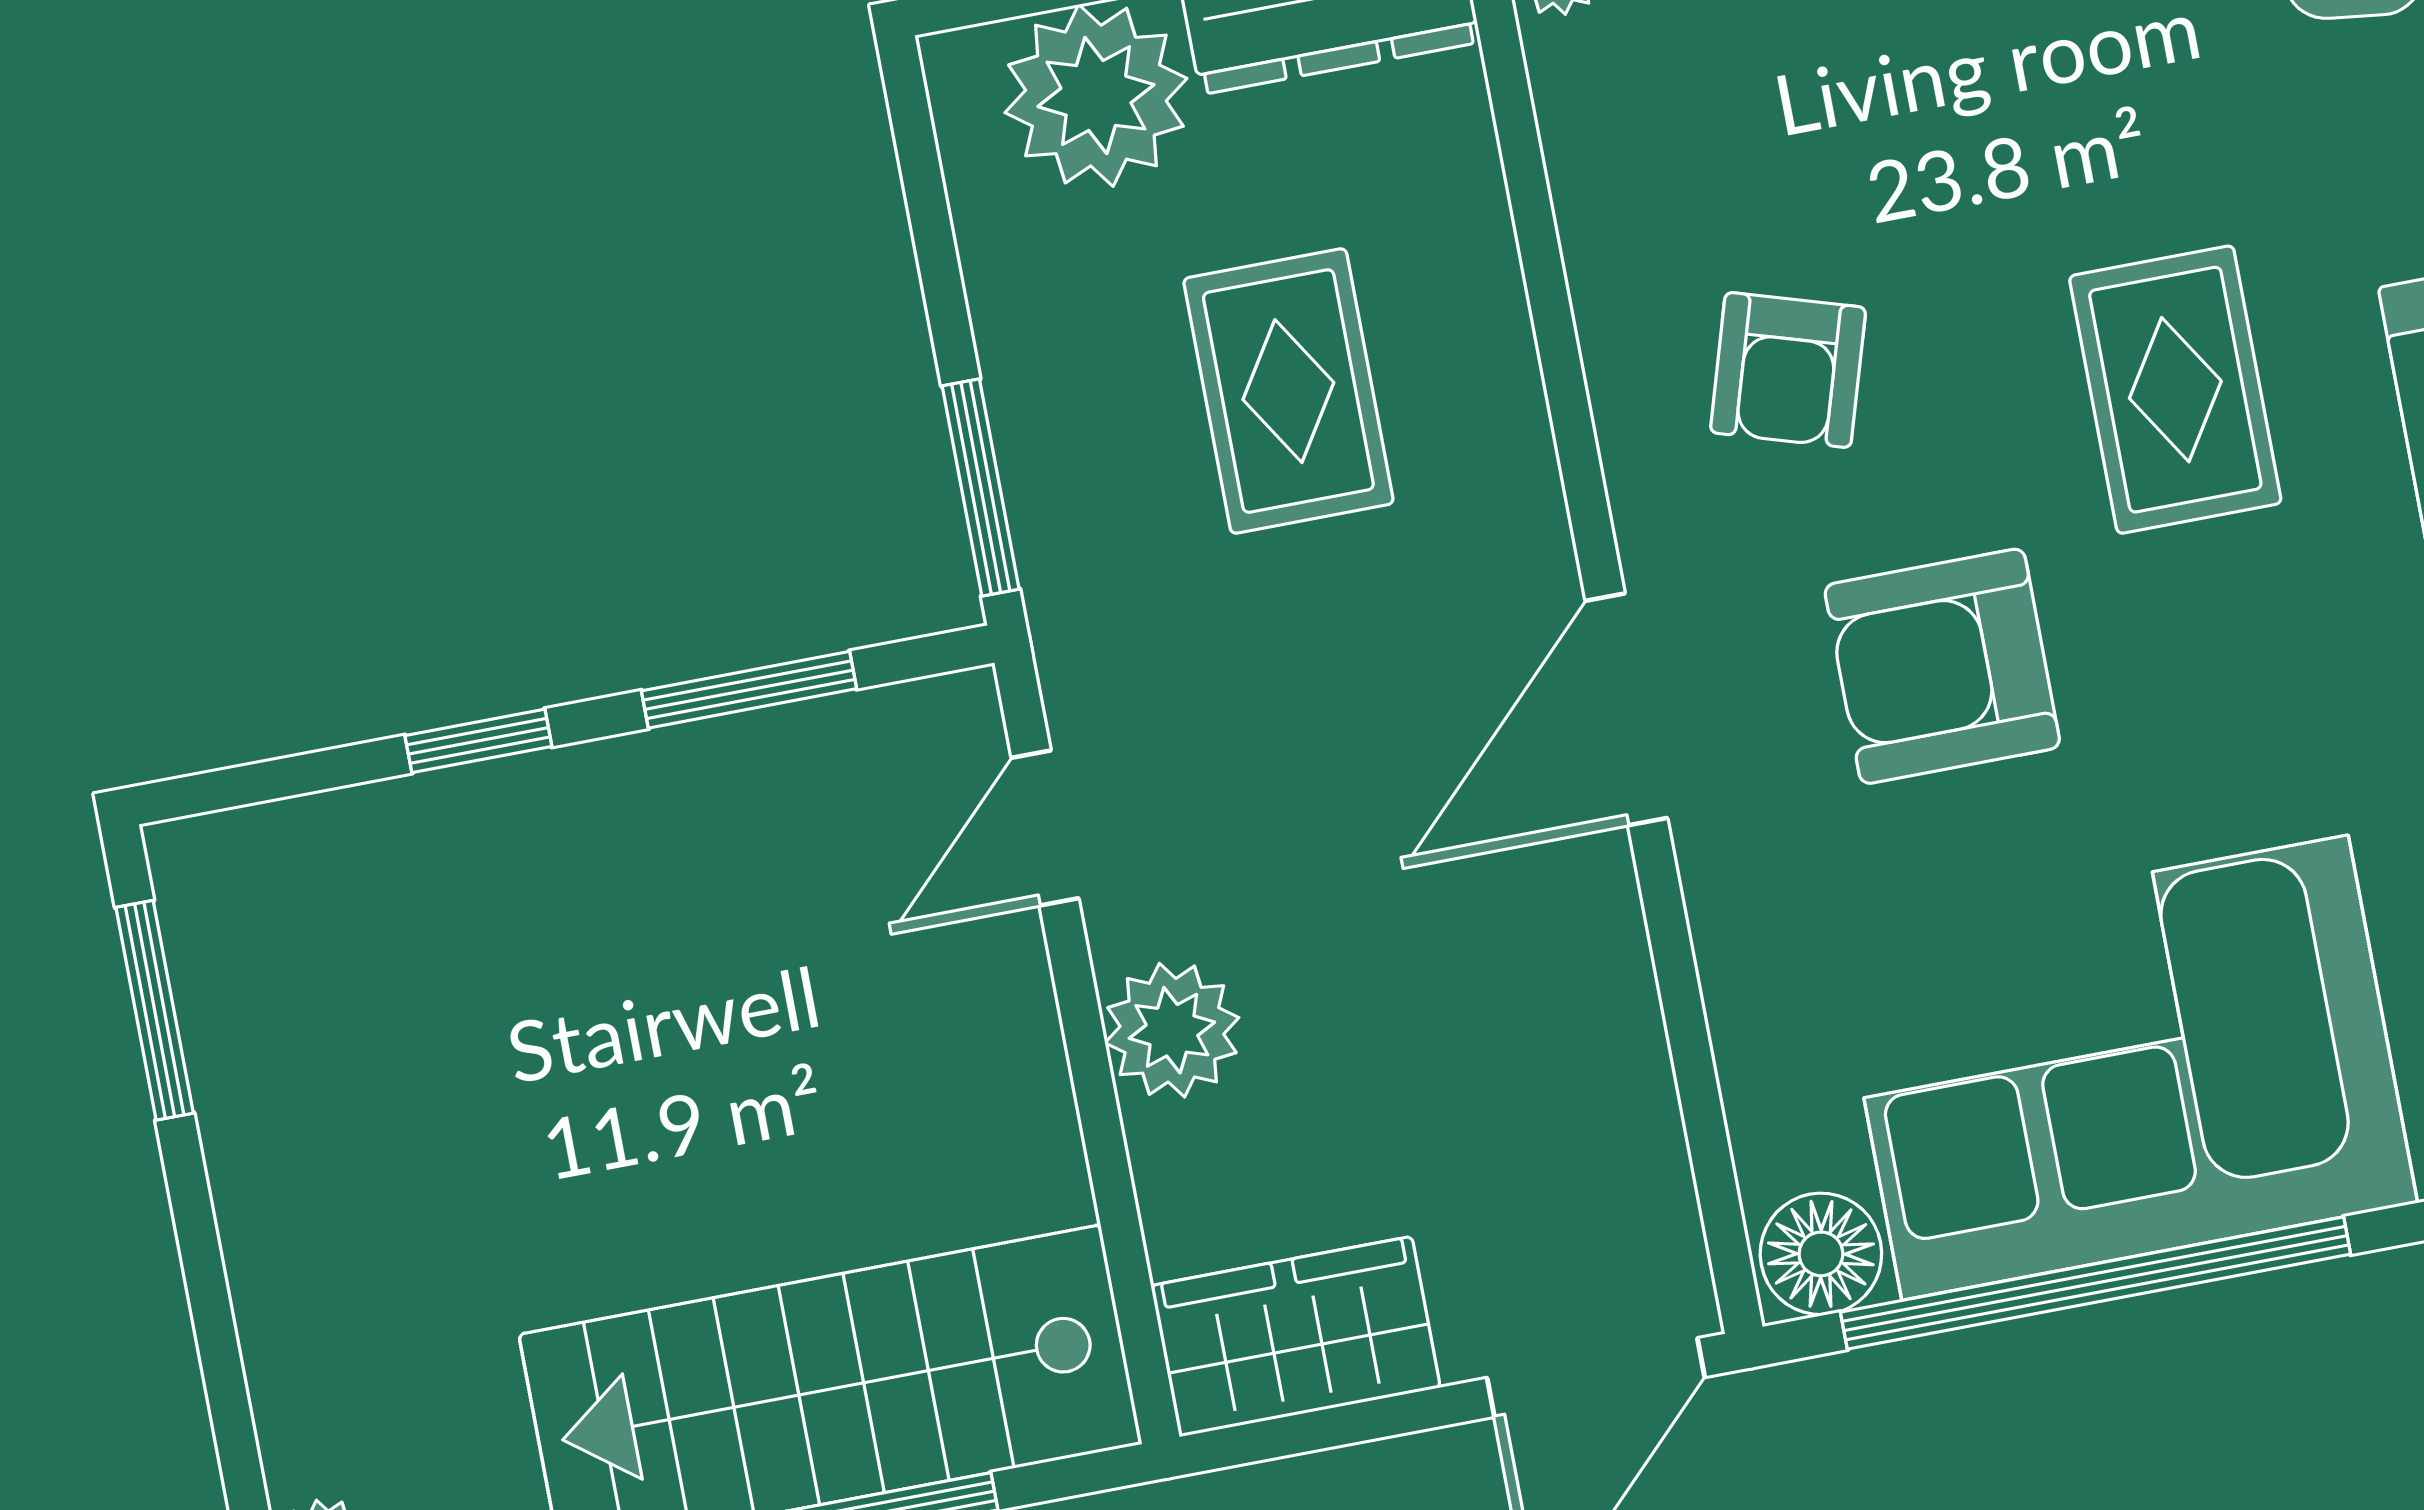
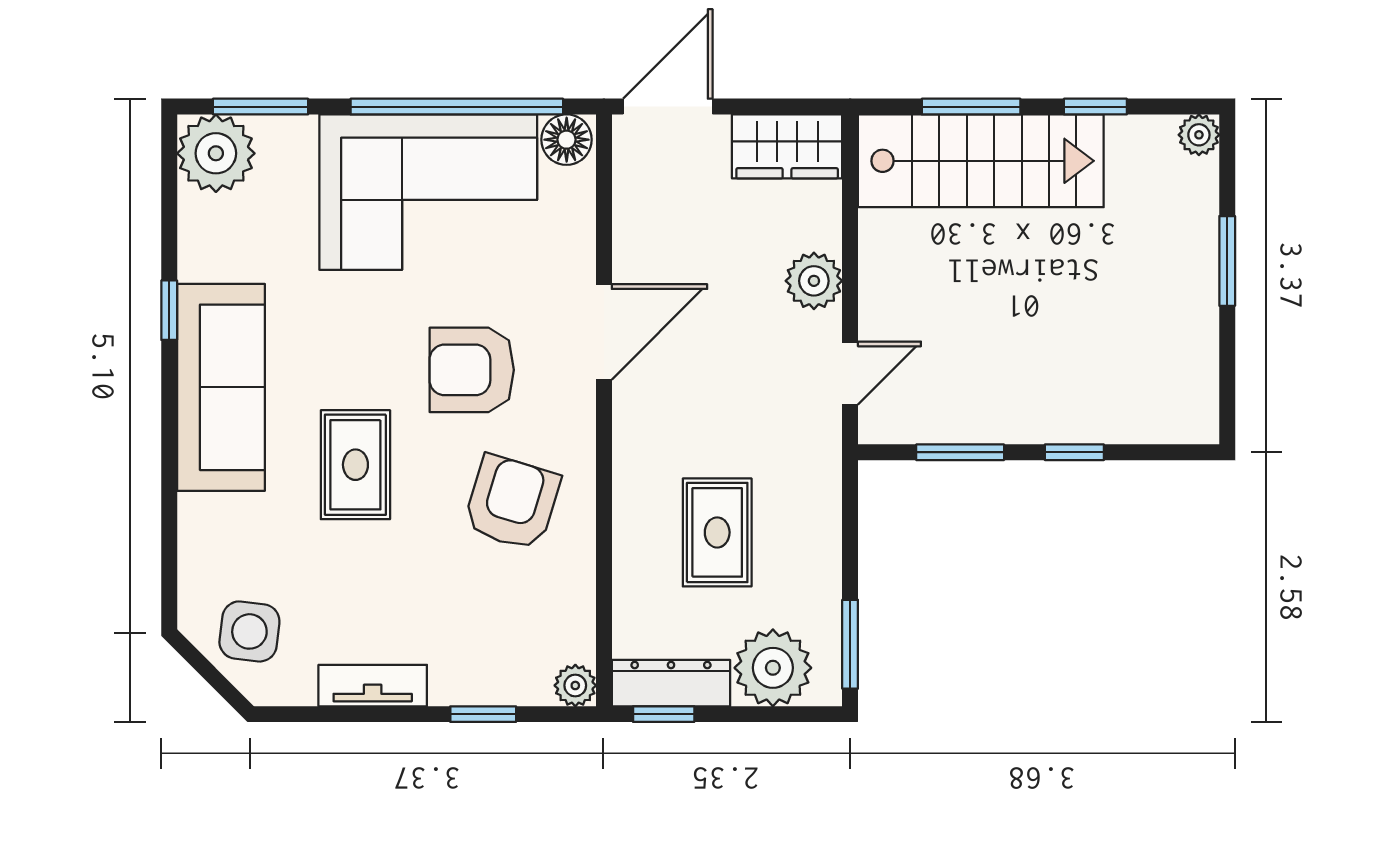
armchair: (1788, 370) -> (512, 503), width x1.38, depth x1.38
window: (981, 488) -> (850, 644), moved
armchair: (1942, 666) -> (472, 370), turned 180
door: (1626, 709) -> (604, 332), moved
window: (155, 1010) -> (1227, 261), moved

